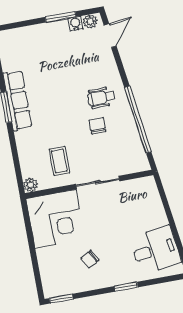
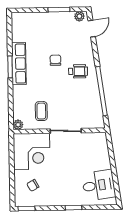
water cooler: (75, 24) -> (69, 16), removed
wheelchair: (101, 98) -> (78, 71), turned 180
chair: (97, 126) -> (55, 60), moved
chair: (90, 259) -> (33, 185), moved

